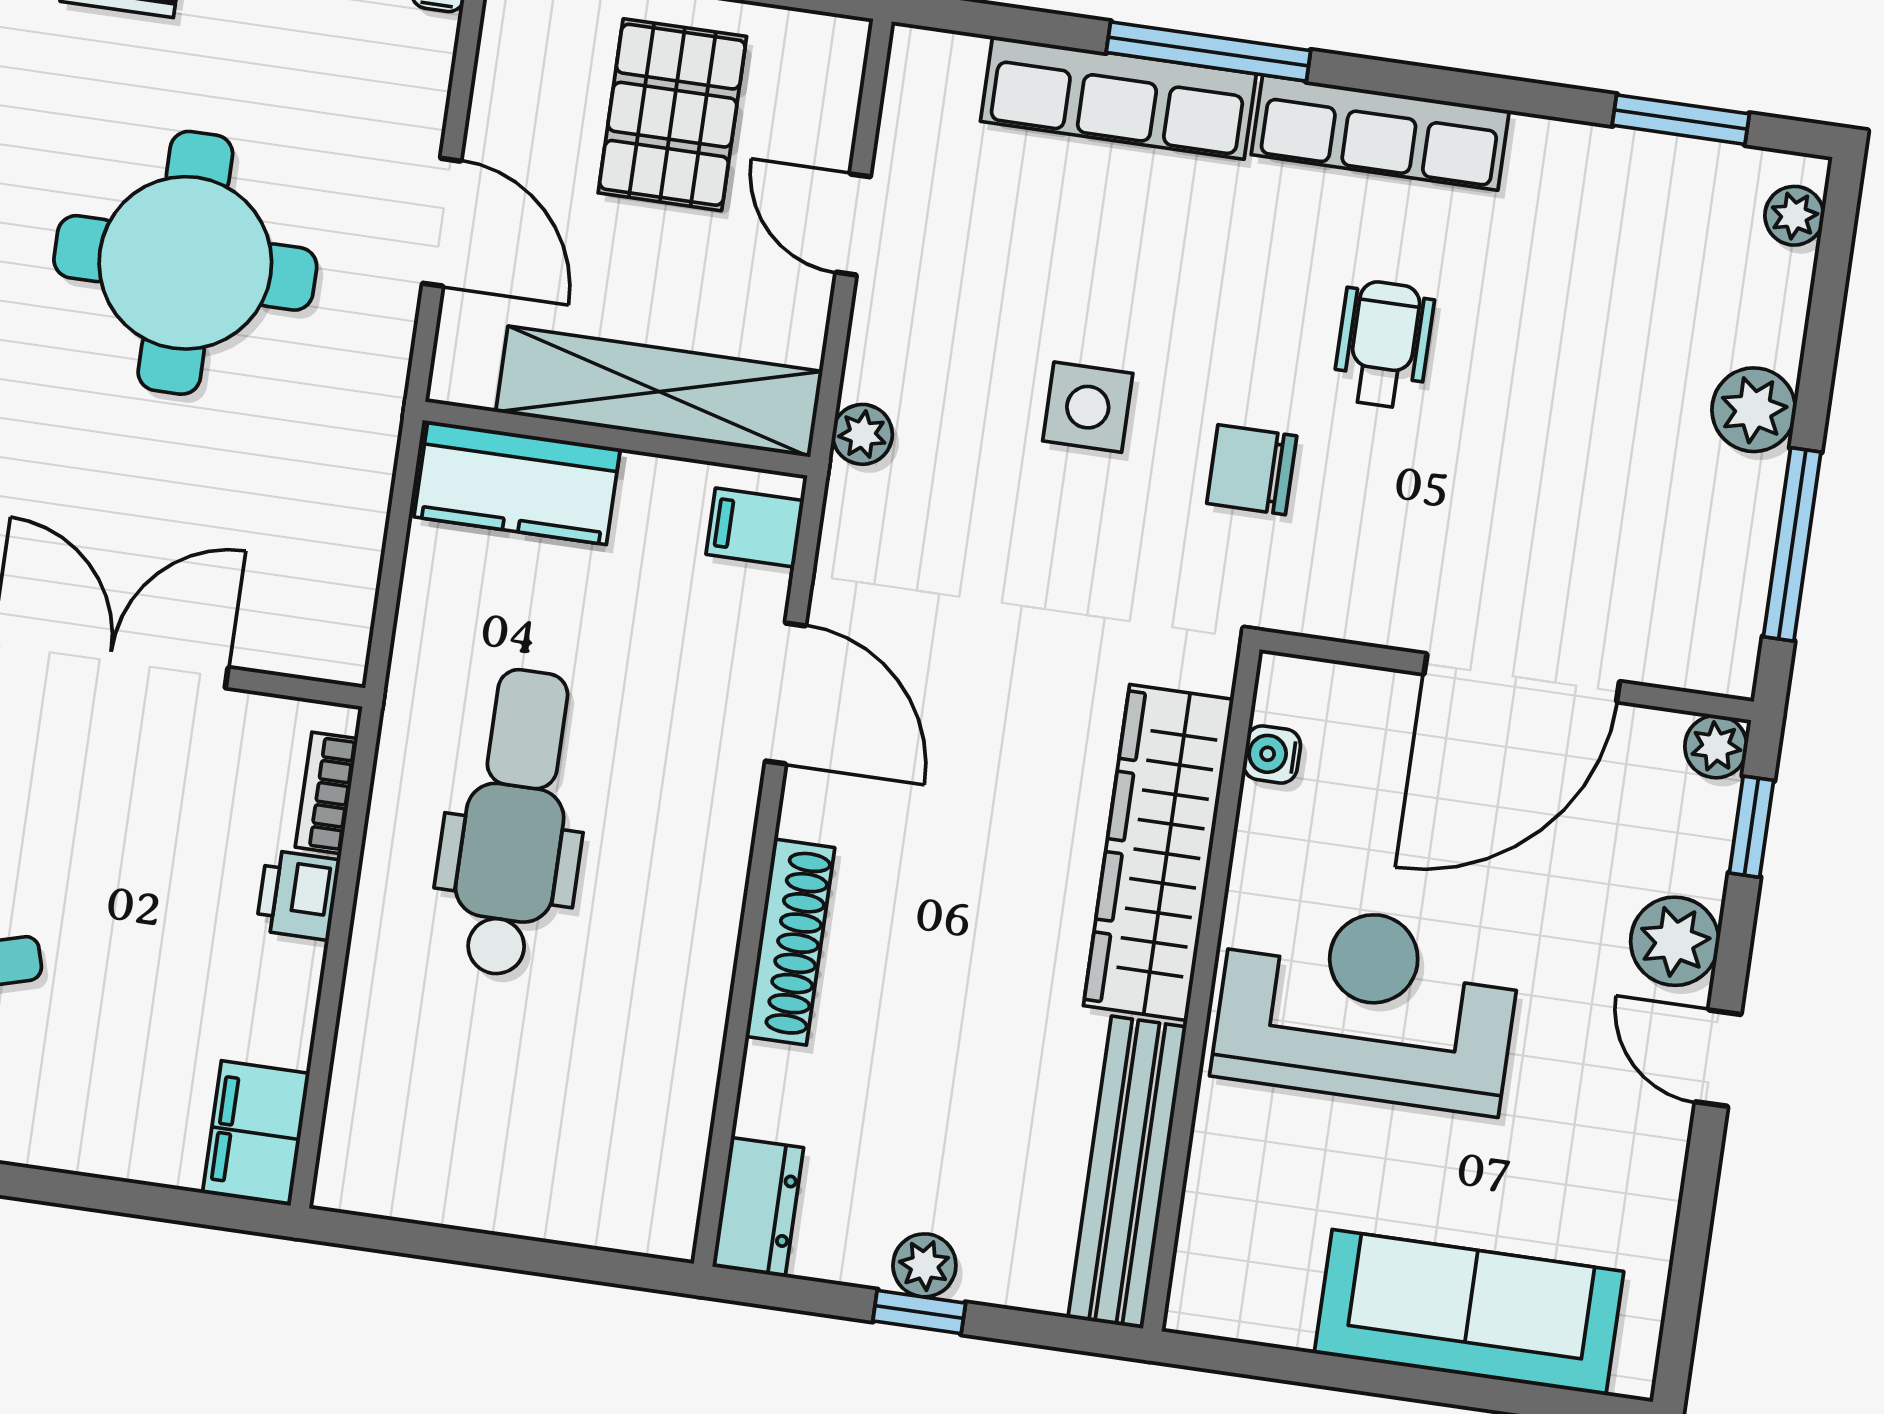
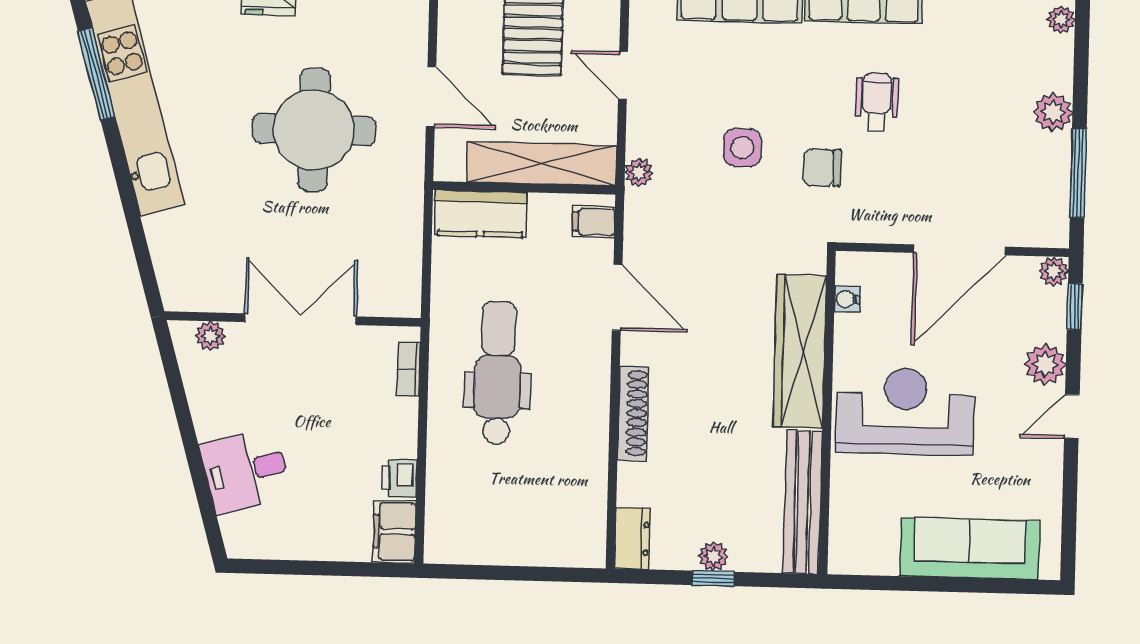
printer: (298, 895) -> (399, 478), moved
door: (1718, 1058) -> (1072, 416), hinge flipped

